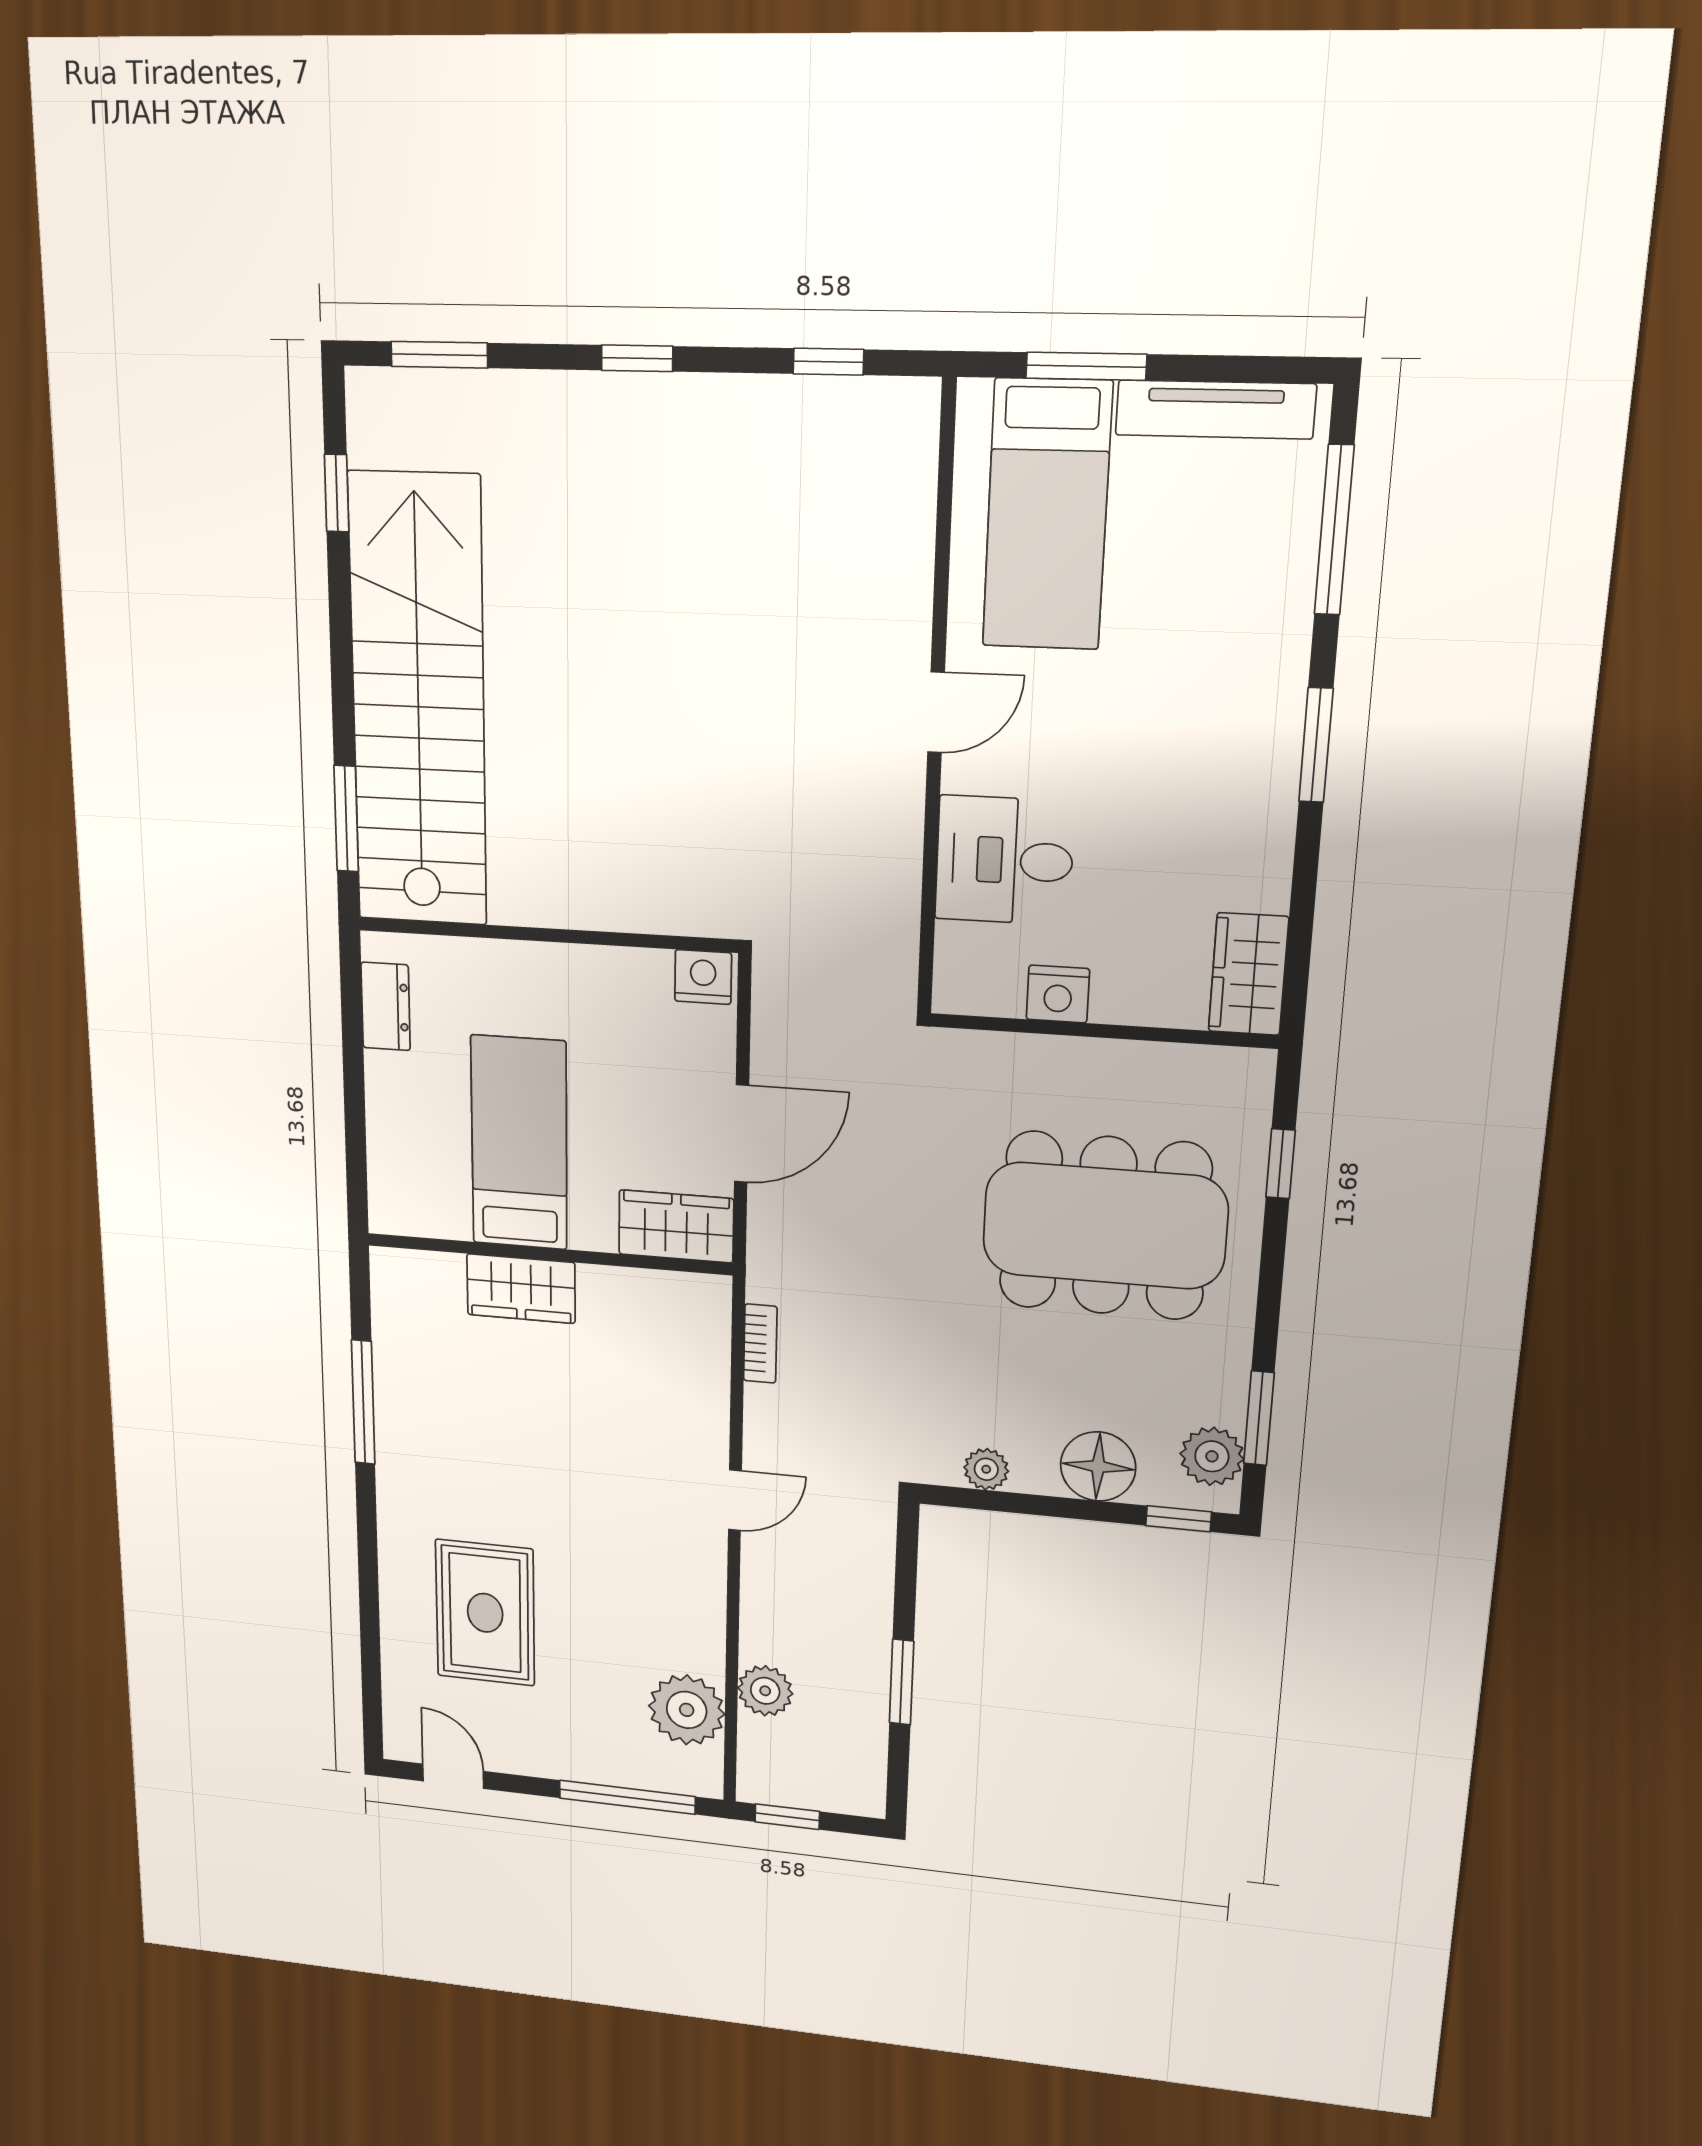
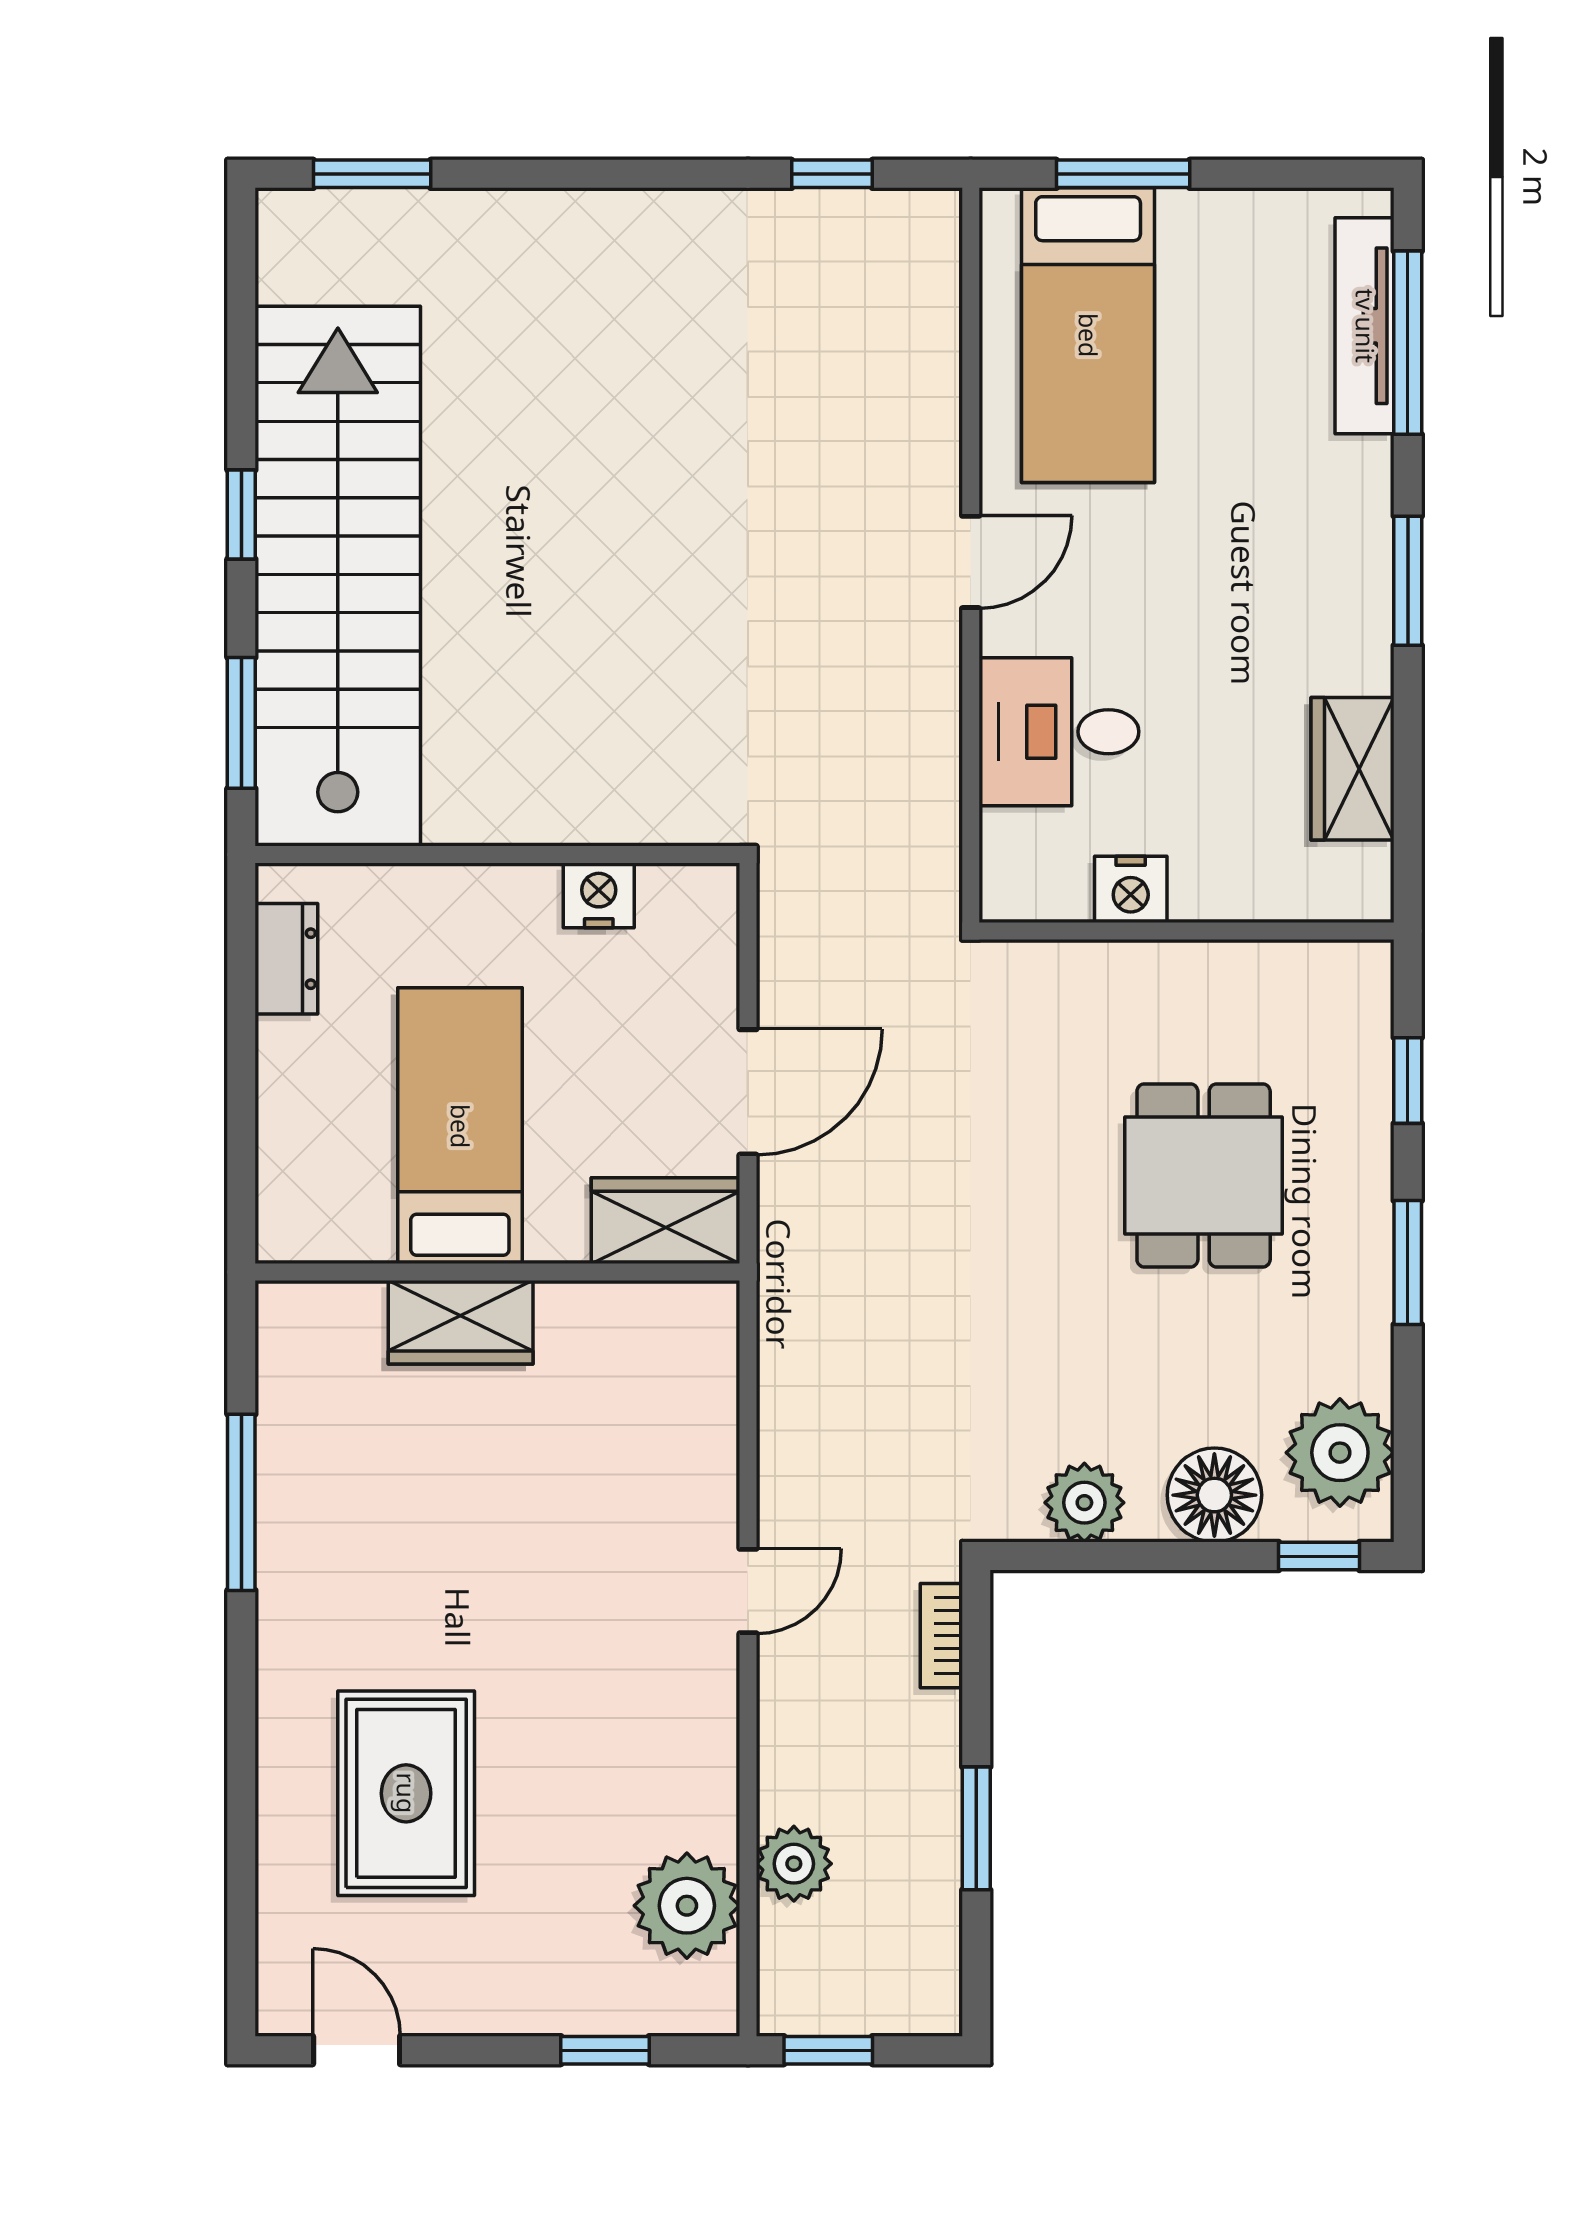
window: (637, 358) -> (609, 174), removed
tv unit: (1215, 410) -> (1365, 326), moved, turned 90
window: (337, 493) -> (241, 515), moved
wardrobe: (1248, 974) -> (1352, 769), moved
nightstand: (703, 977) -> (599, 895), moved
dining table: (1105, 1226) -> (1204, 1175), width x0.53, depth x0.80
bookcase: (760, 1344) -> (941, 1636), moved, turned 180
window: (1259, 1418) -> (1408, 1263), moved
plant: (1212, 1456) -> (1340, 1453), width x1.36, depth x1.36
plant: (986, 1469) -> (1084, 1503), width x1.38, depth x1.38
window: (627, 1797) -> (605, 2050), width x0.46

